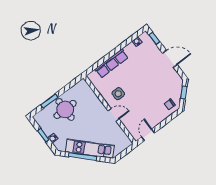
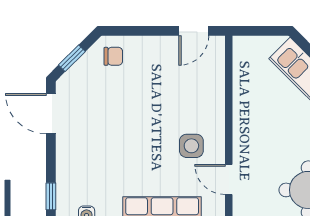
door: (170, 59) -> (51, 114), moved
door: (113, 115) -> (229, 179), moved

